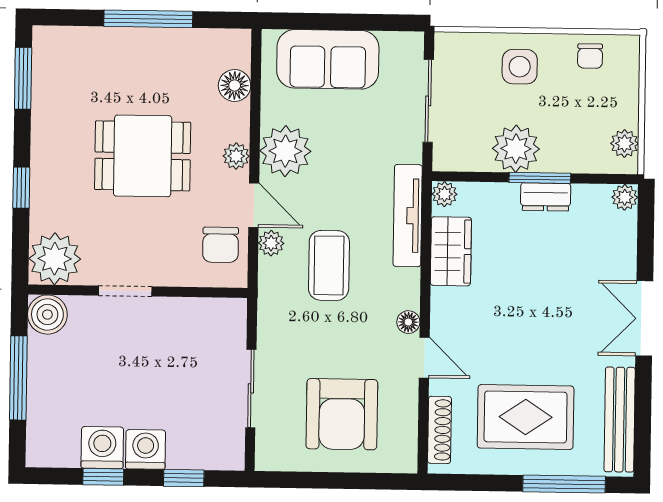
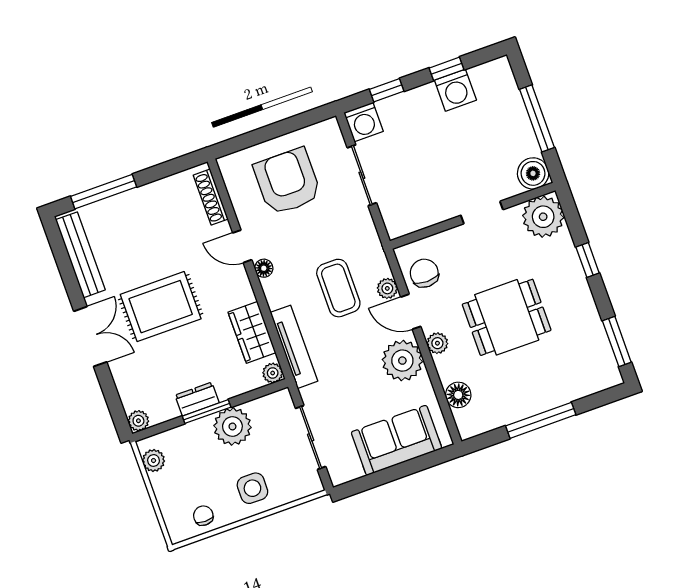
rug: (526, 417) -> (161, 307), moved
washing machine: (146, 449) -> (364, 122), moved

